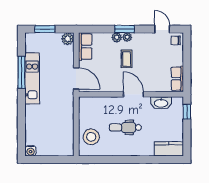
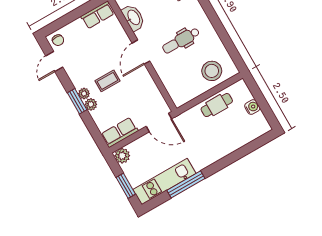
kitchen unit: (32, 78) -> (164, 182), moved
door: (76, 78) -> (159, 123), swing flipped
cafe table: (65, 126) -> (217, 105), added
dental chair: (125, 127) -> (181, 40), turned 90
water cooler: (31, 151) -> (252, 107), moved

